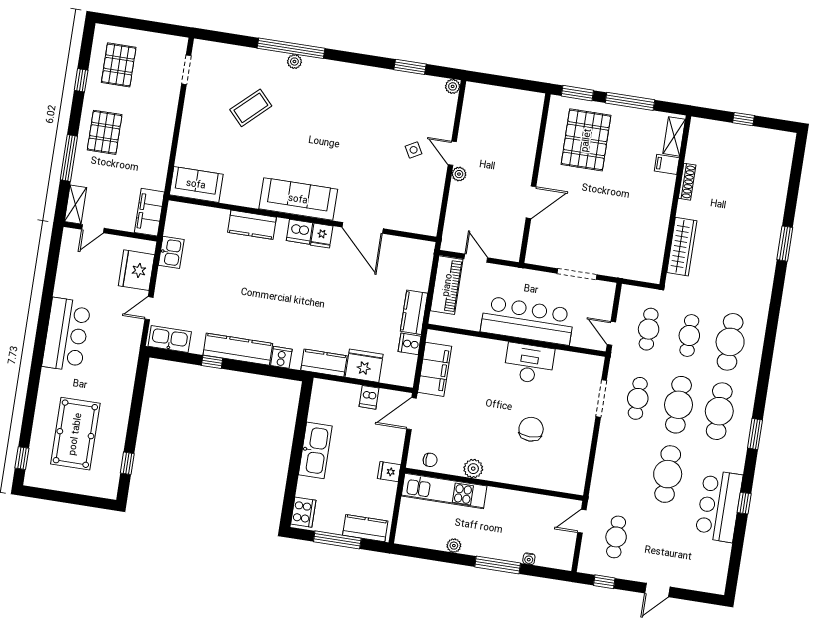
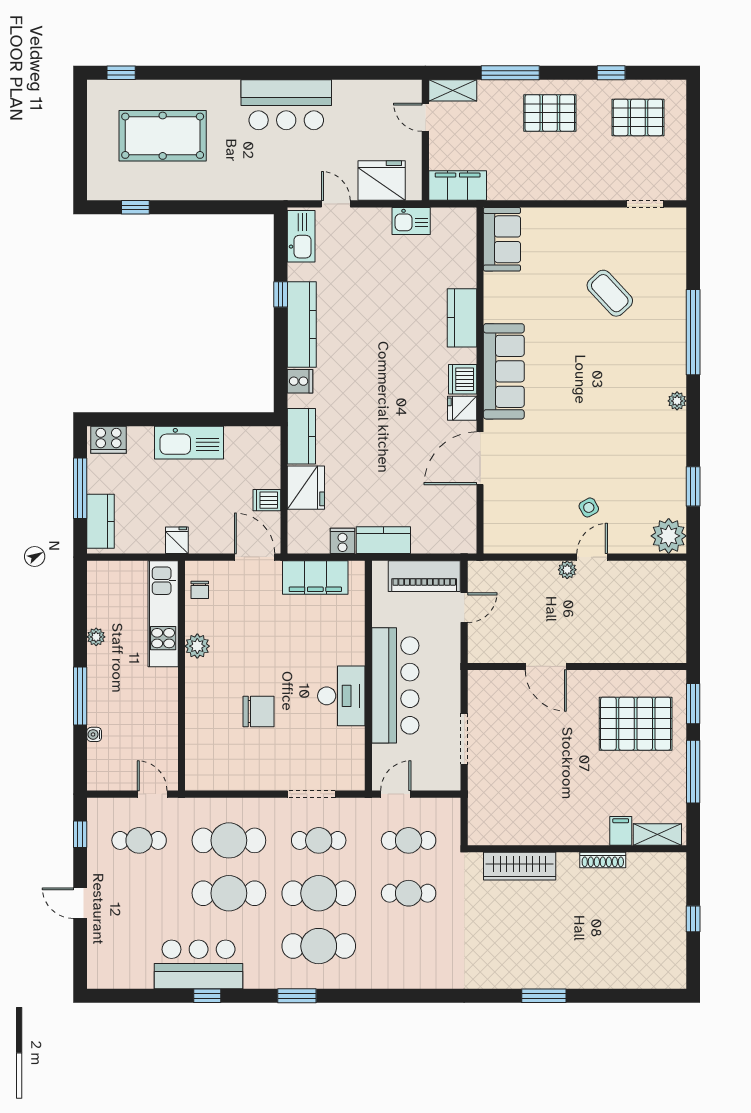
plant: (294, 62) -> (677, 401), moved
plant: (453, 86) -> (669, 536), width x1.88, depth x1.88
cafe table: (730, 342) -> (229, 840), moved

